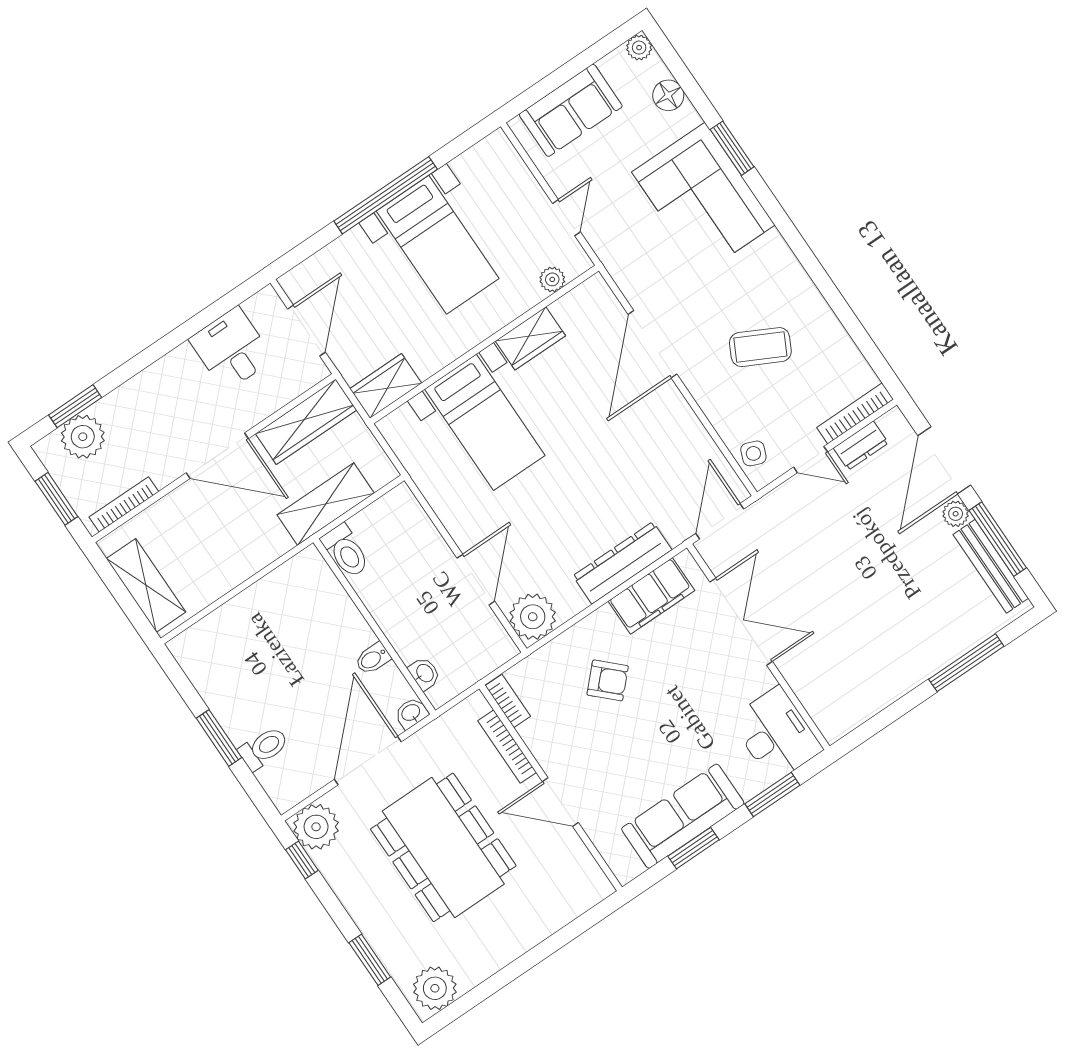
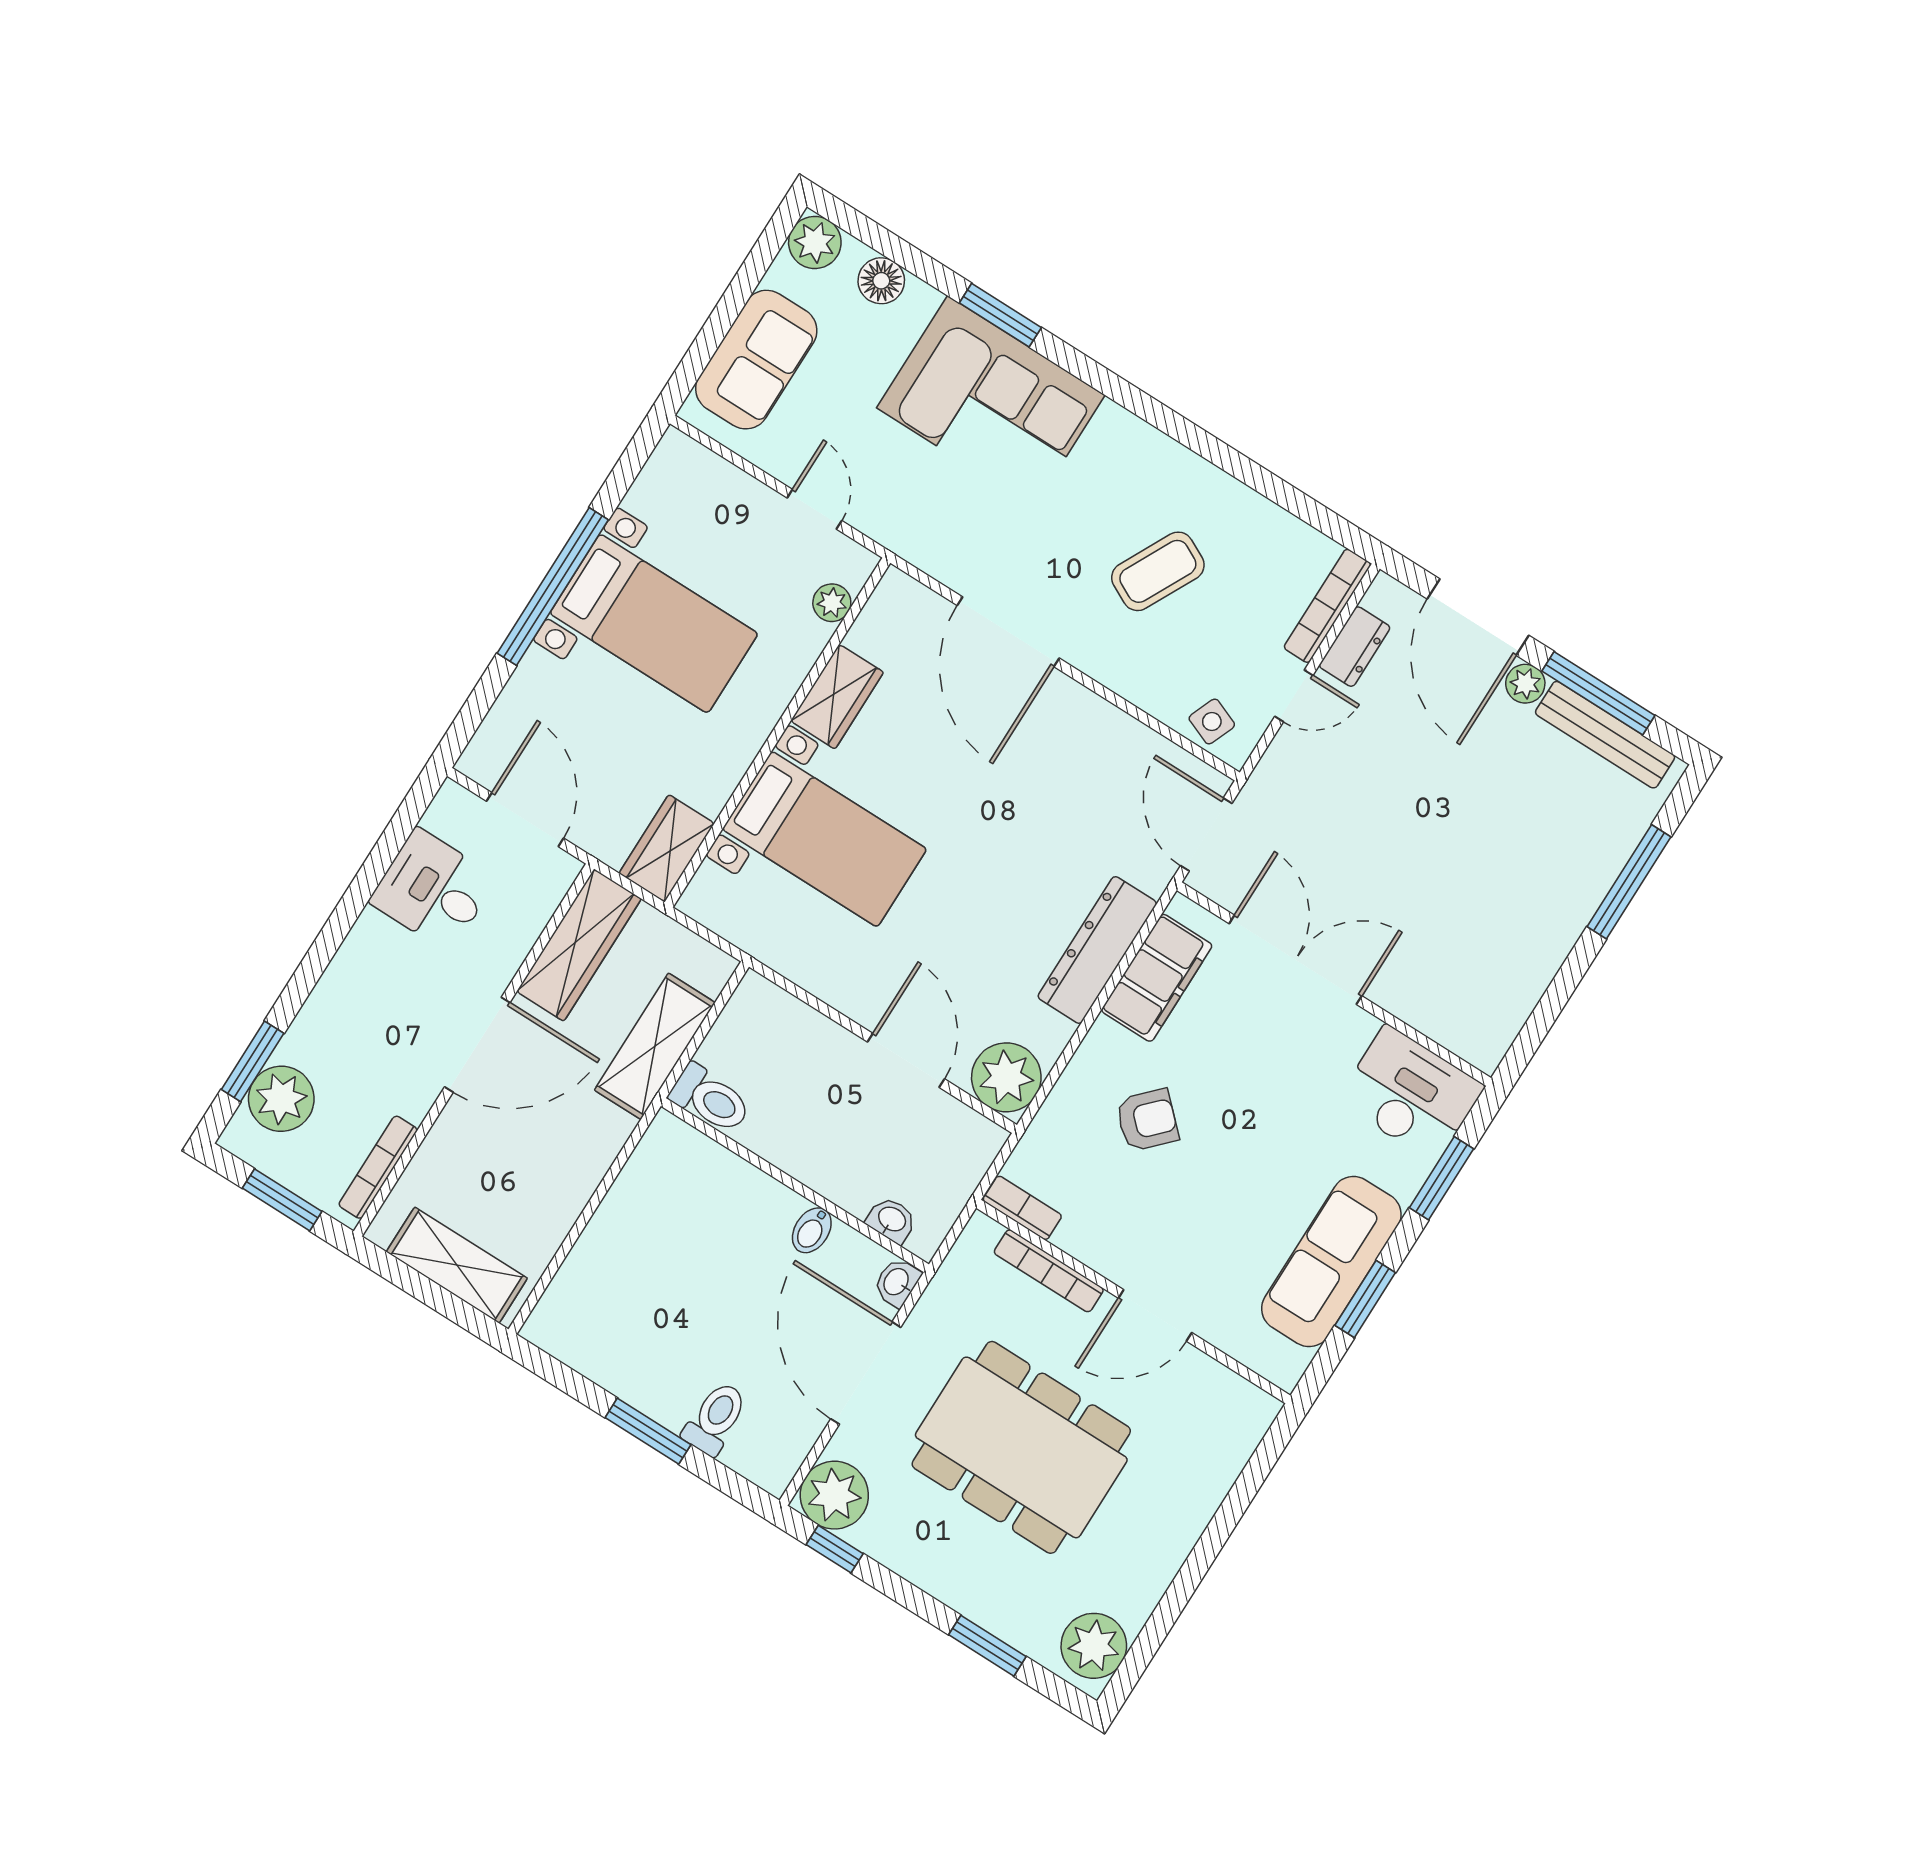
plant: (639, 48) -> (815, 242), width x1.38, depth x1.38

